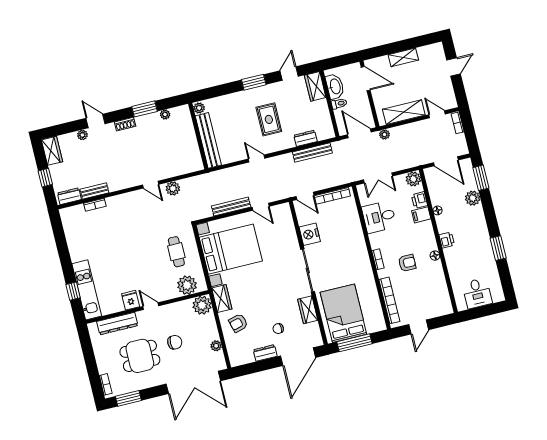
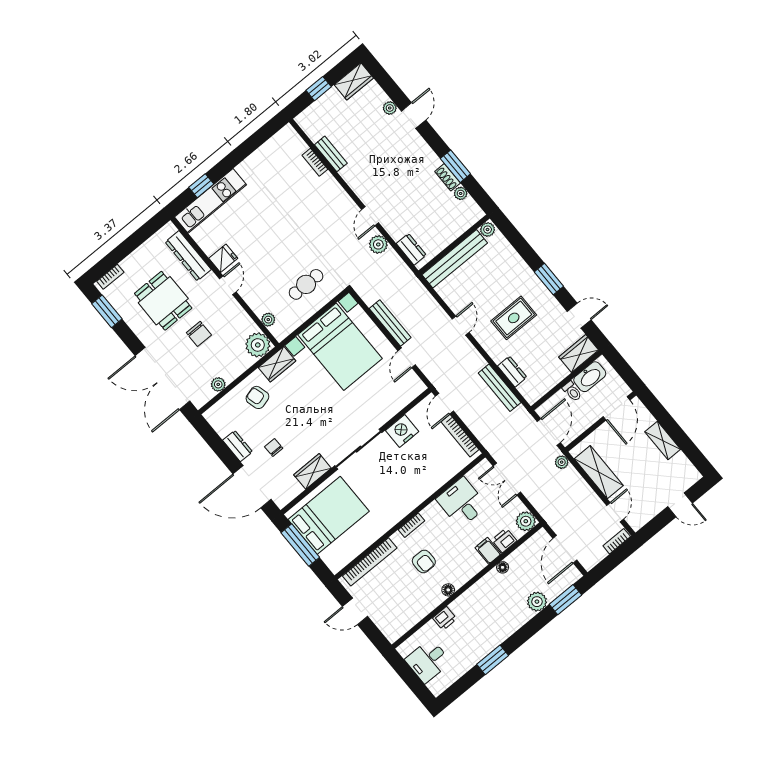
shoe rack: (125, 124) -> (448, 177), moved
dresser: (69, 196) -> (411, 249), moved
printer: (447, 240) -> (445, 618), moved
plant: (187, 285) -> (268, 320), width x0.53, depth x0.53

